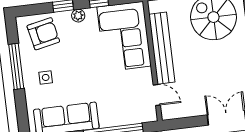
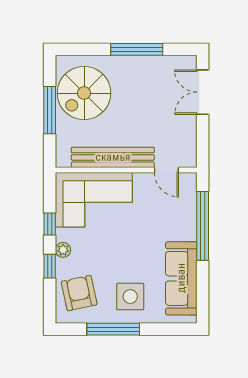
side table: (46, 77) -> (130, 297), width x1.87, depth x1.87
door: (157, 95) -> (166, 170), swing flipped

